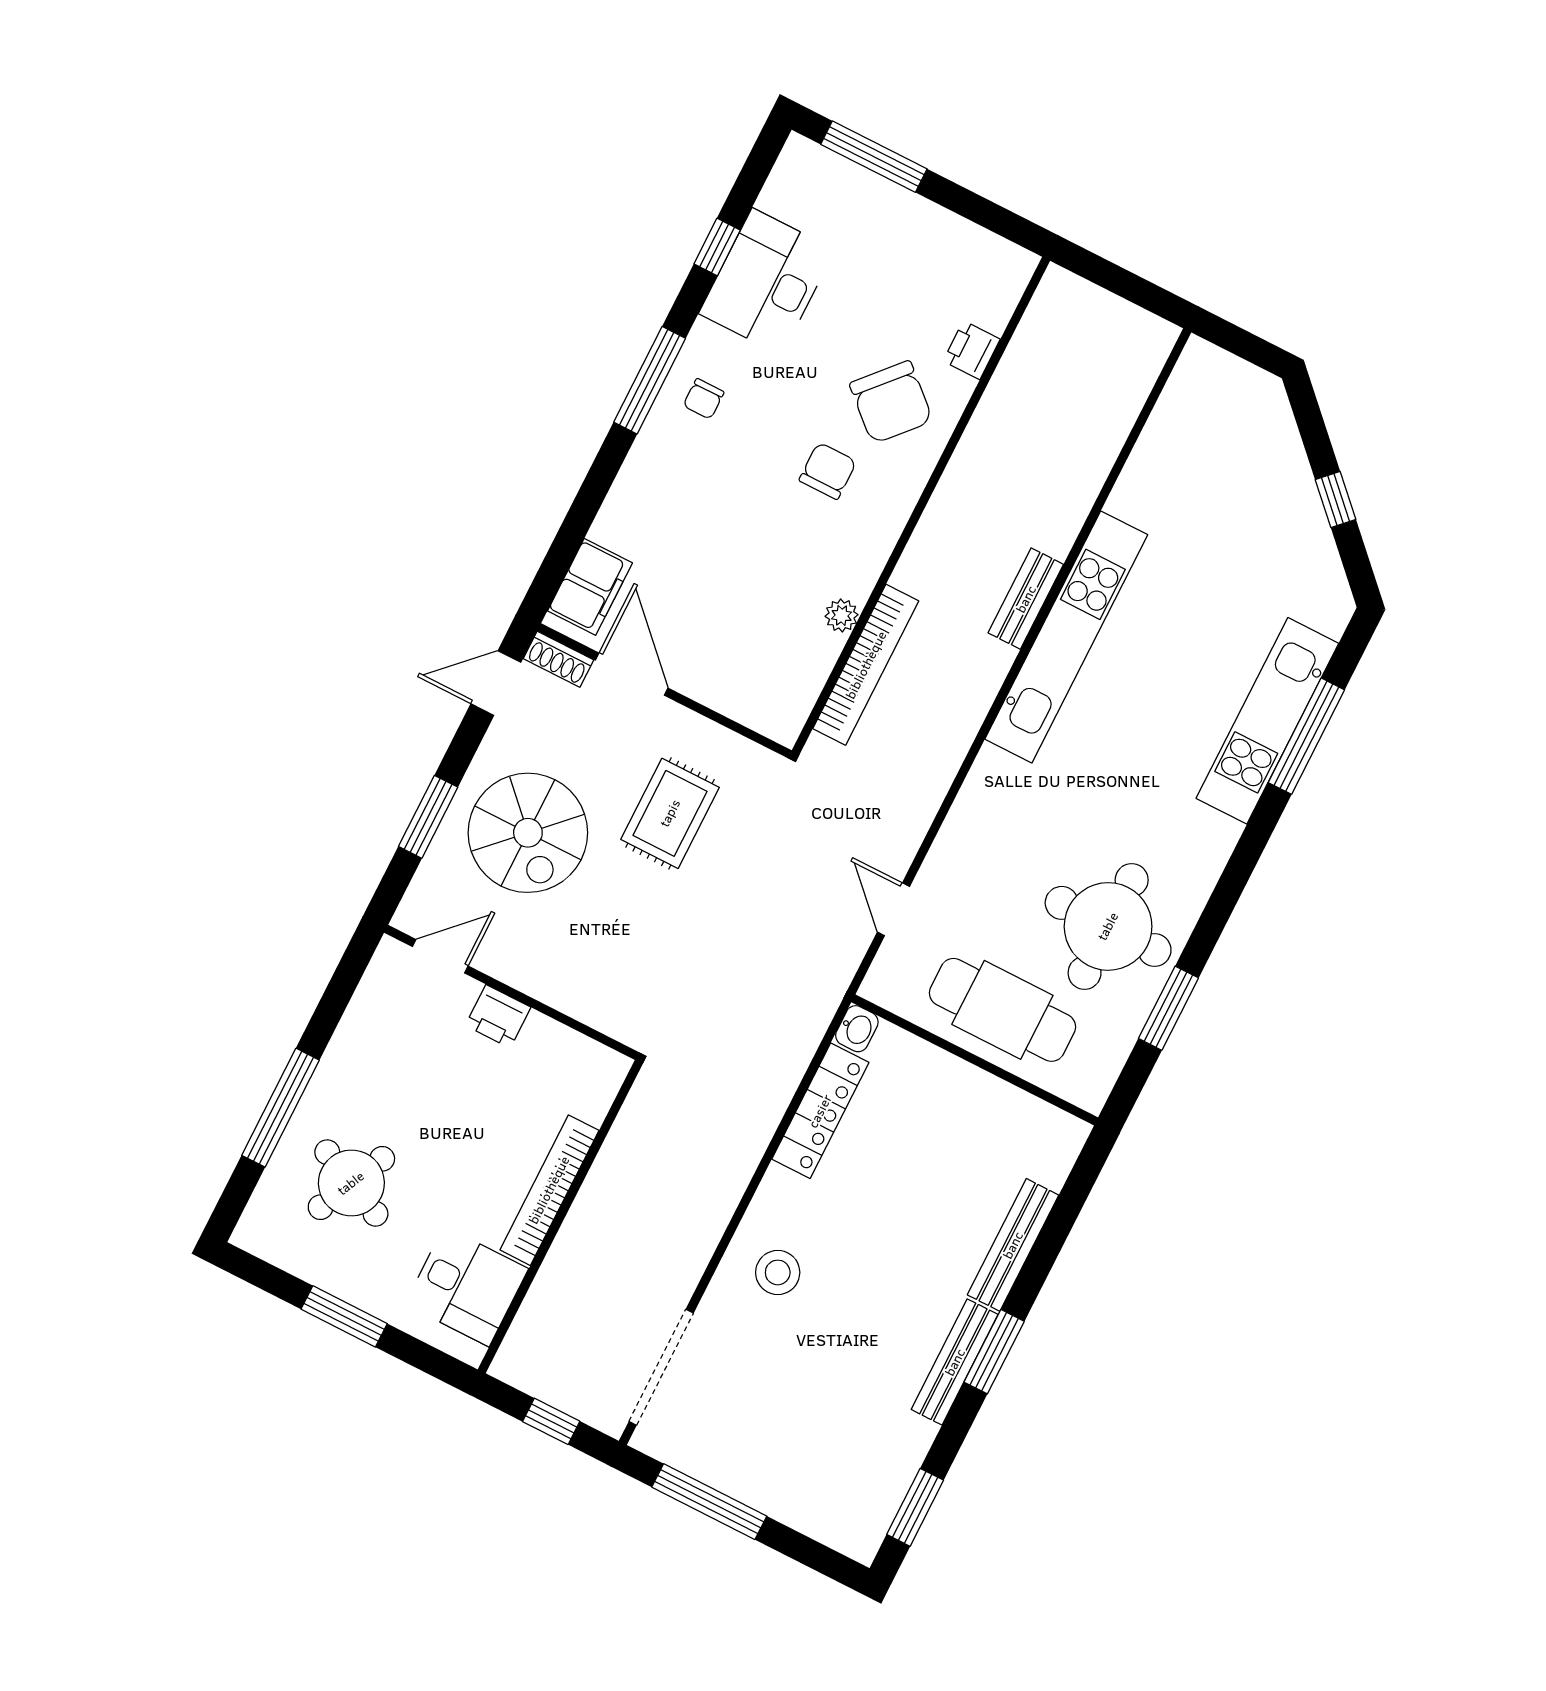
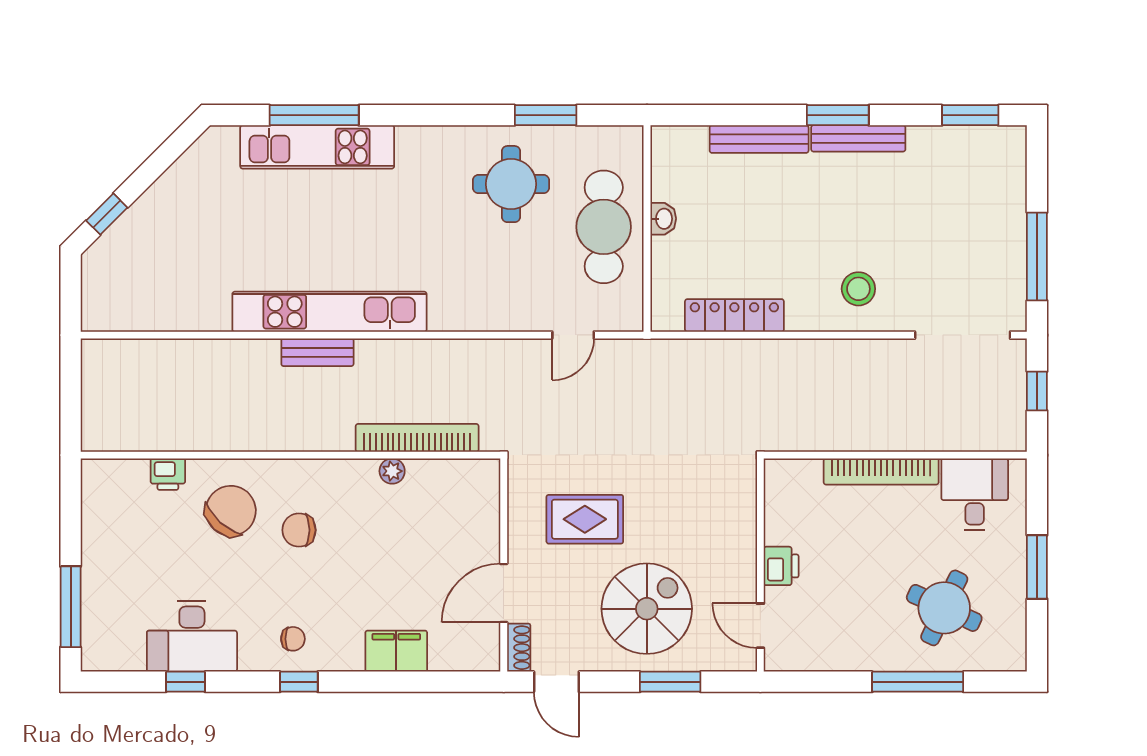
window: (650, 380) -> (299, 682), width x0.46
window: (1335, 500) -> (107, 214), moved
filing cabinet: (590, 587) -> (396, 651), moved
round table: (1108, 926) -> (511, 184), width x0.73, depth x0.73
washbasin: (857, 1029) -> (663, 219), moved, turned 90

